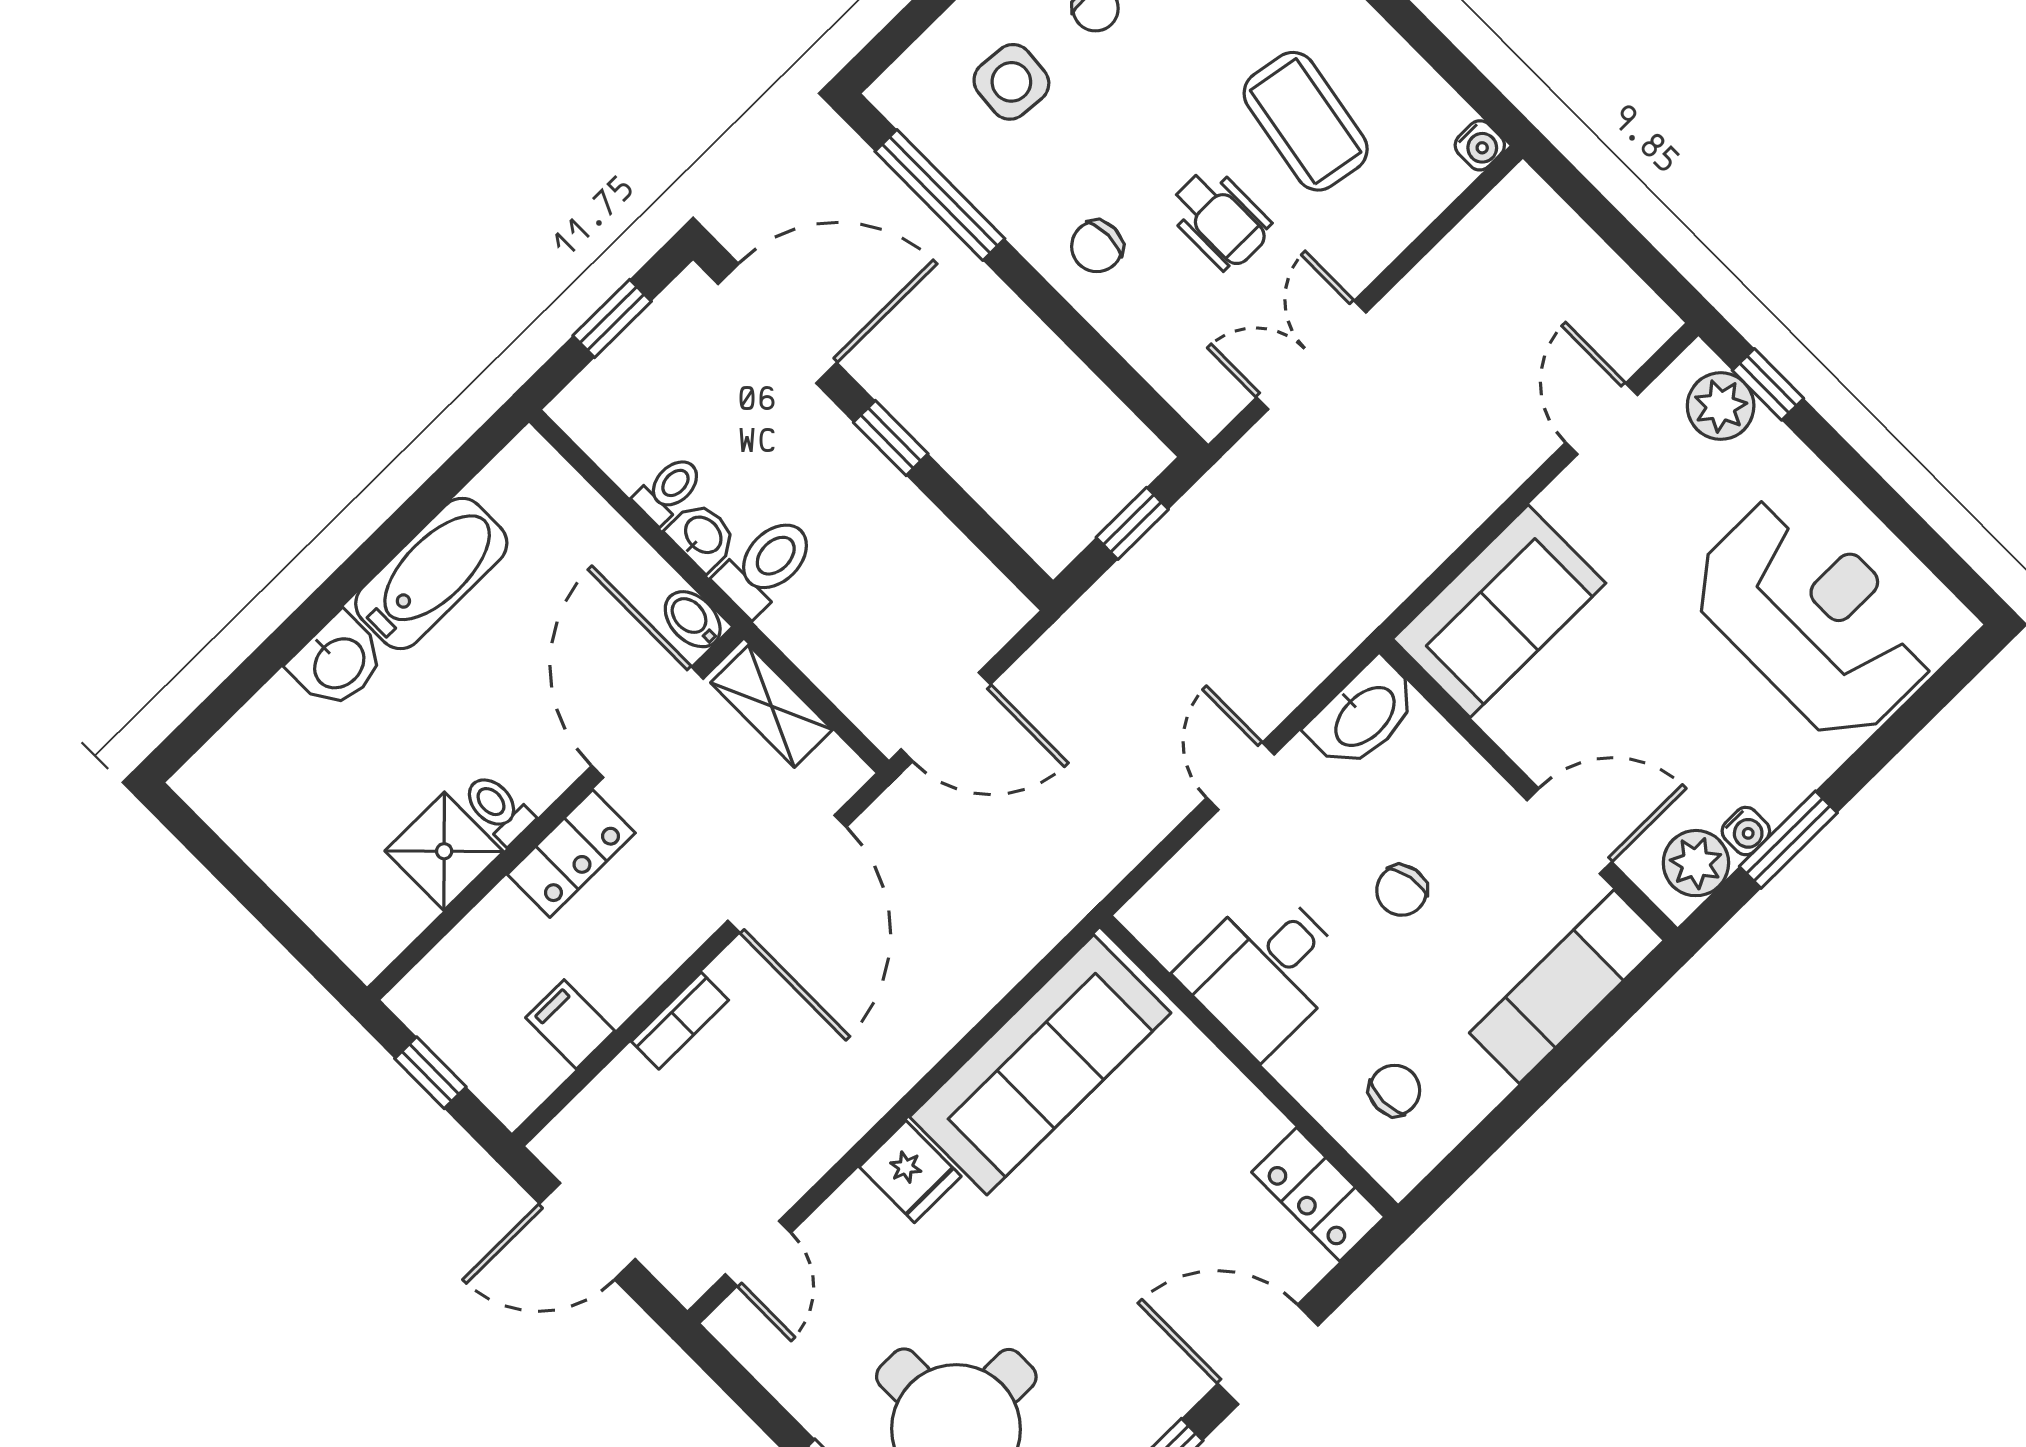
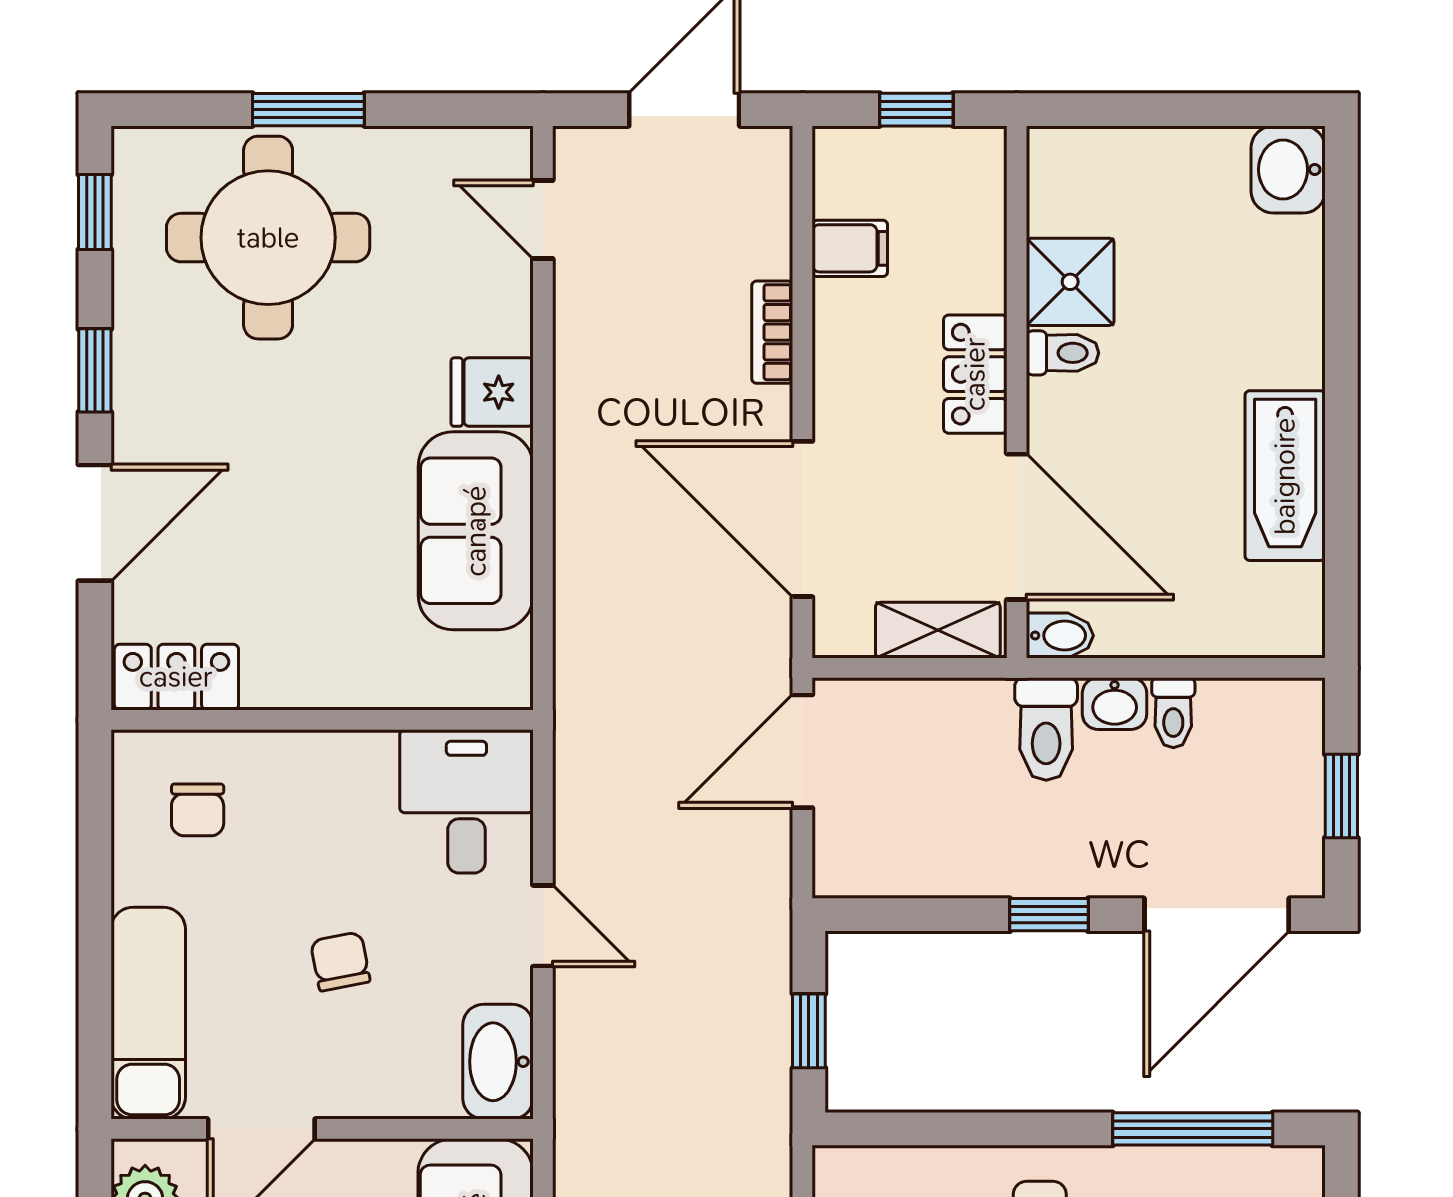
washbasin: (338, 662) -> (1288, 170), moved
desk: (1265, 970) -> (466, 801), moved
sofa: (1040, 1065) -> (476, 531), width x0.73

